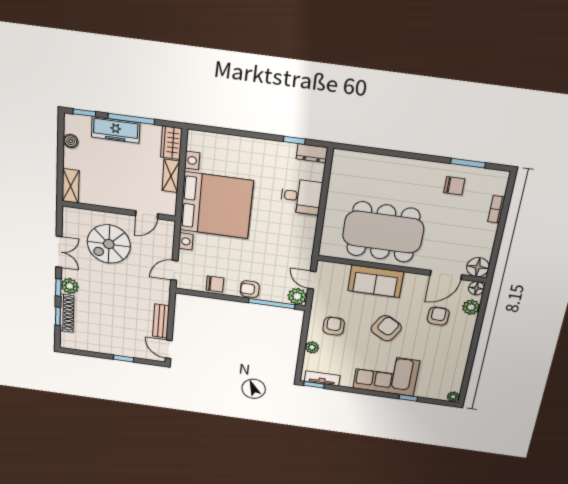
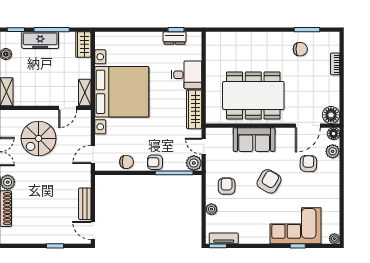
dresser: (312, 153) -> (174, 38), moved
shelving: (171, 176) -> (85, 92), moved
wardrobe: (306, 238) -> (194, 109), added
corner sofa: (386, 374) -> (296, 226), moved

